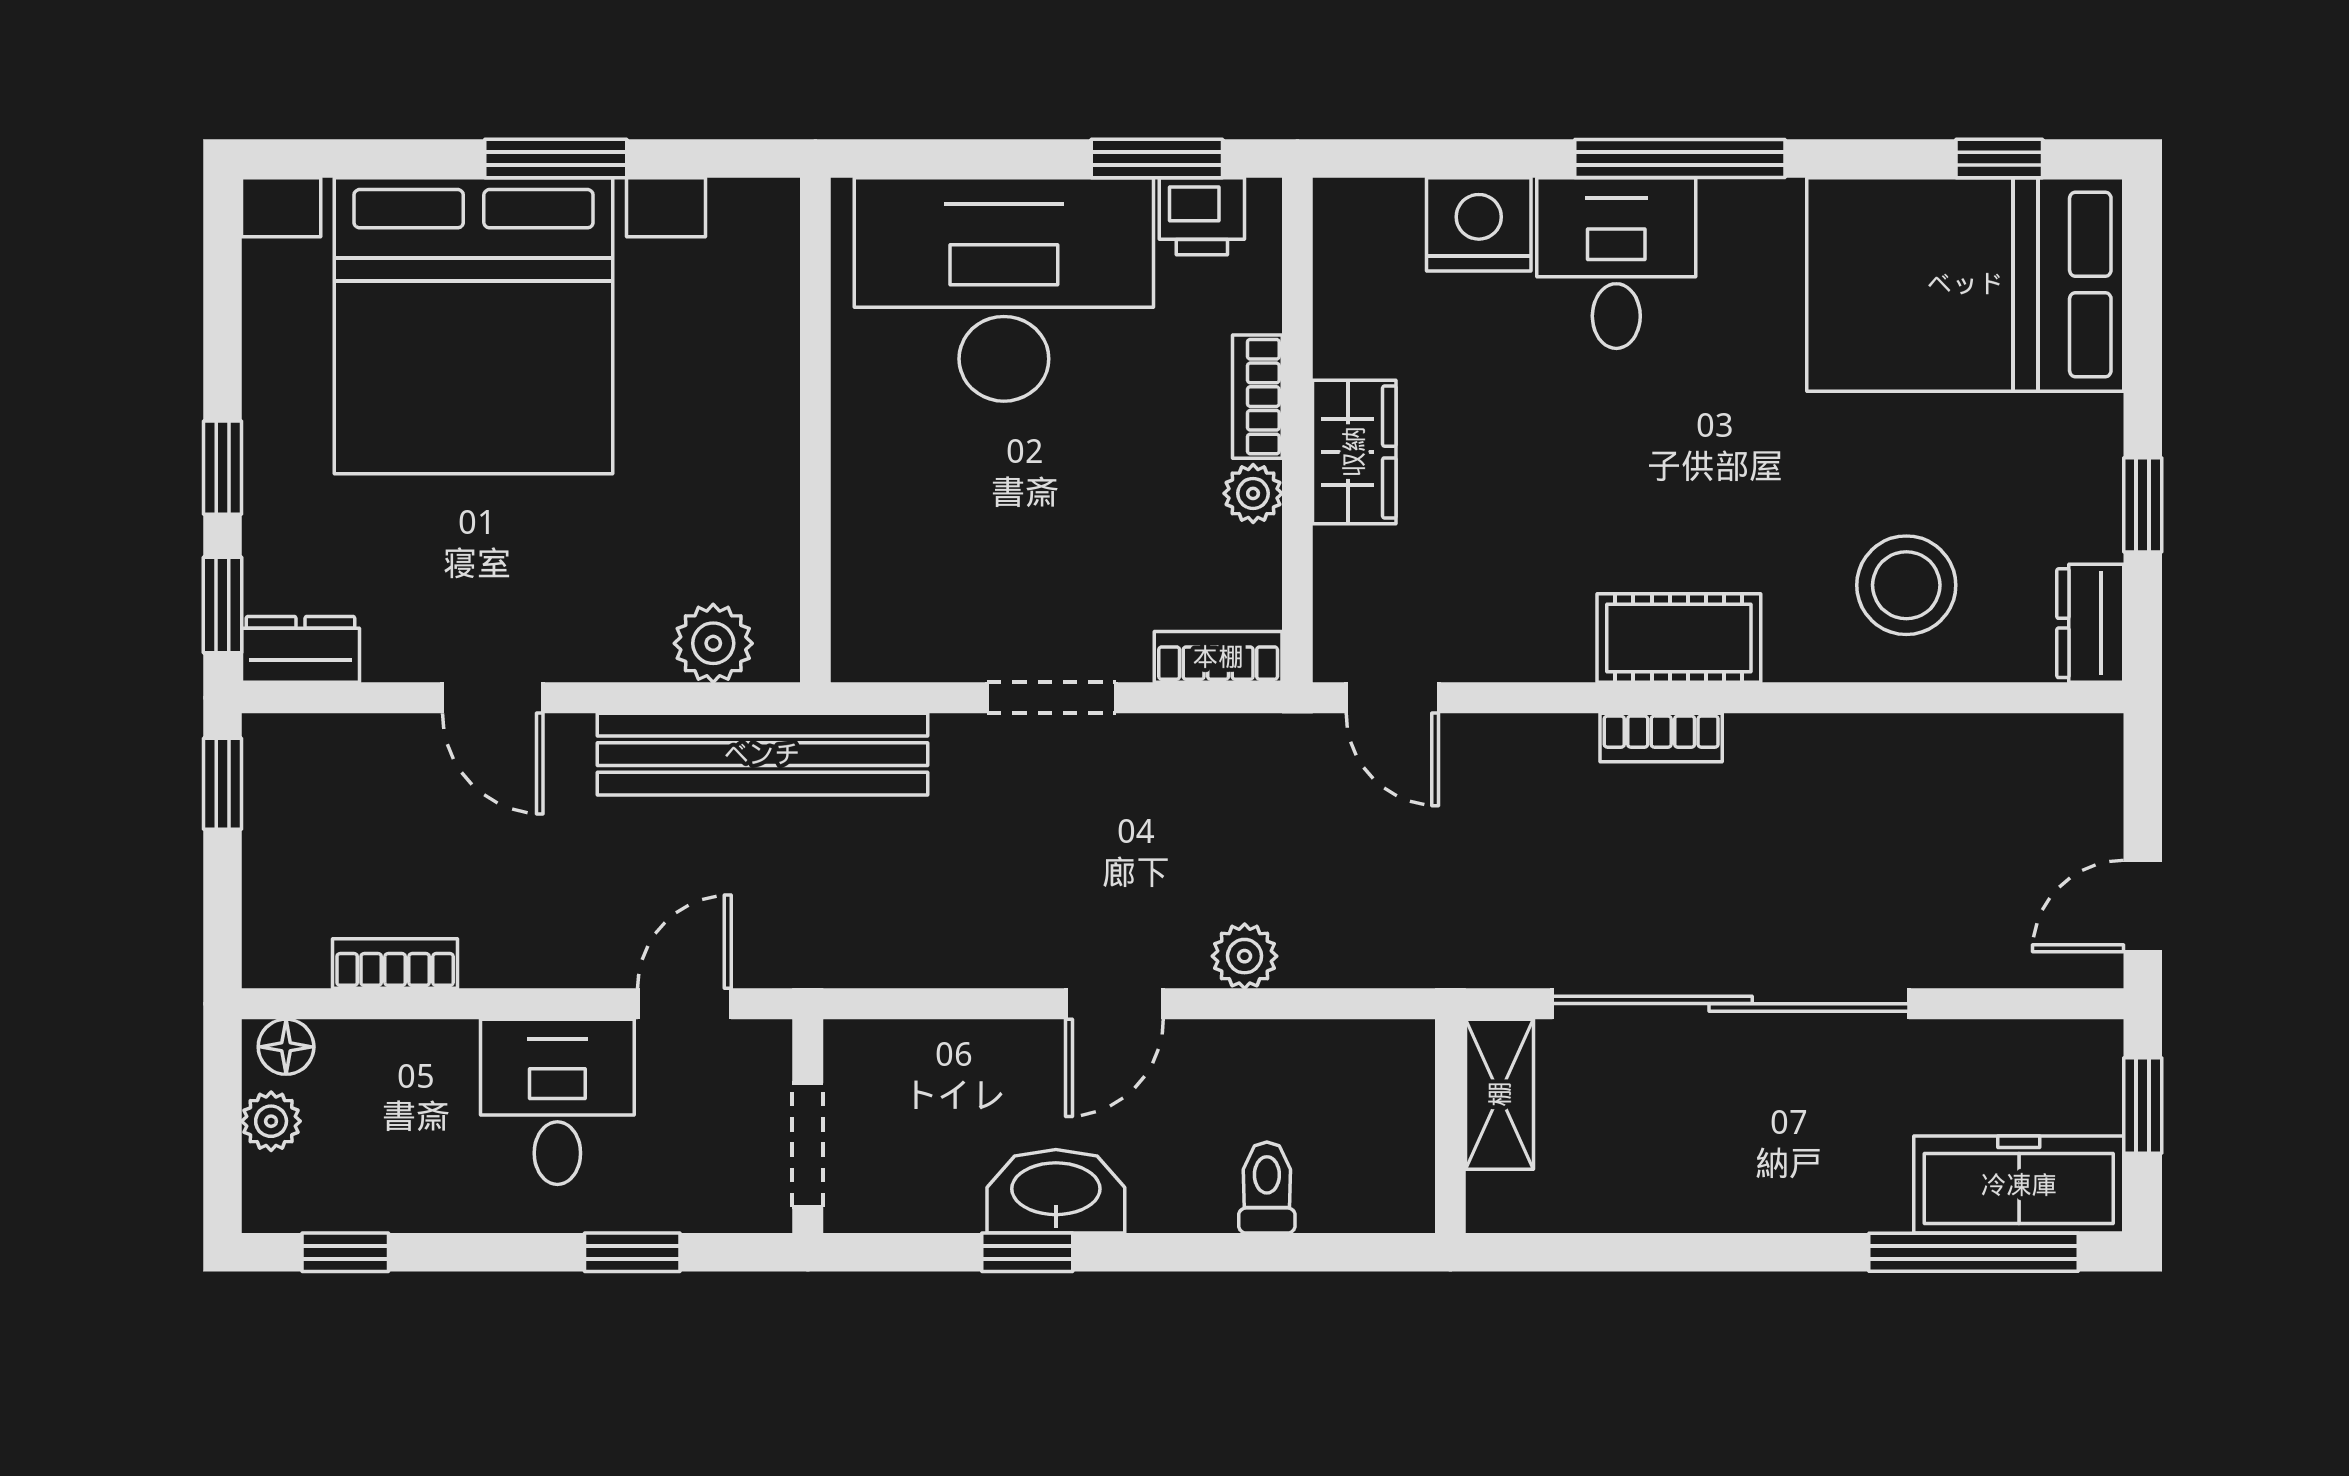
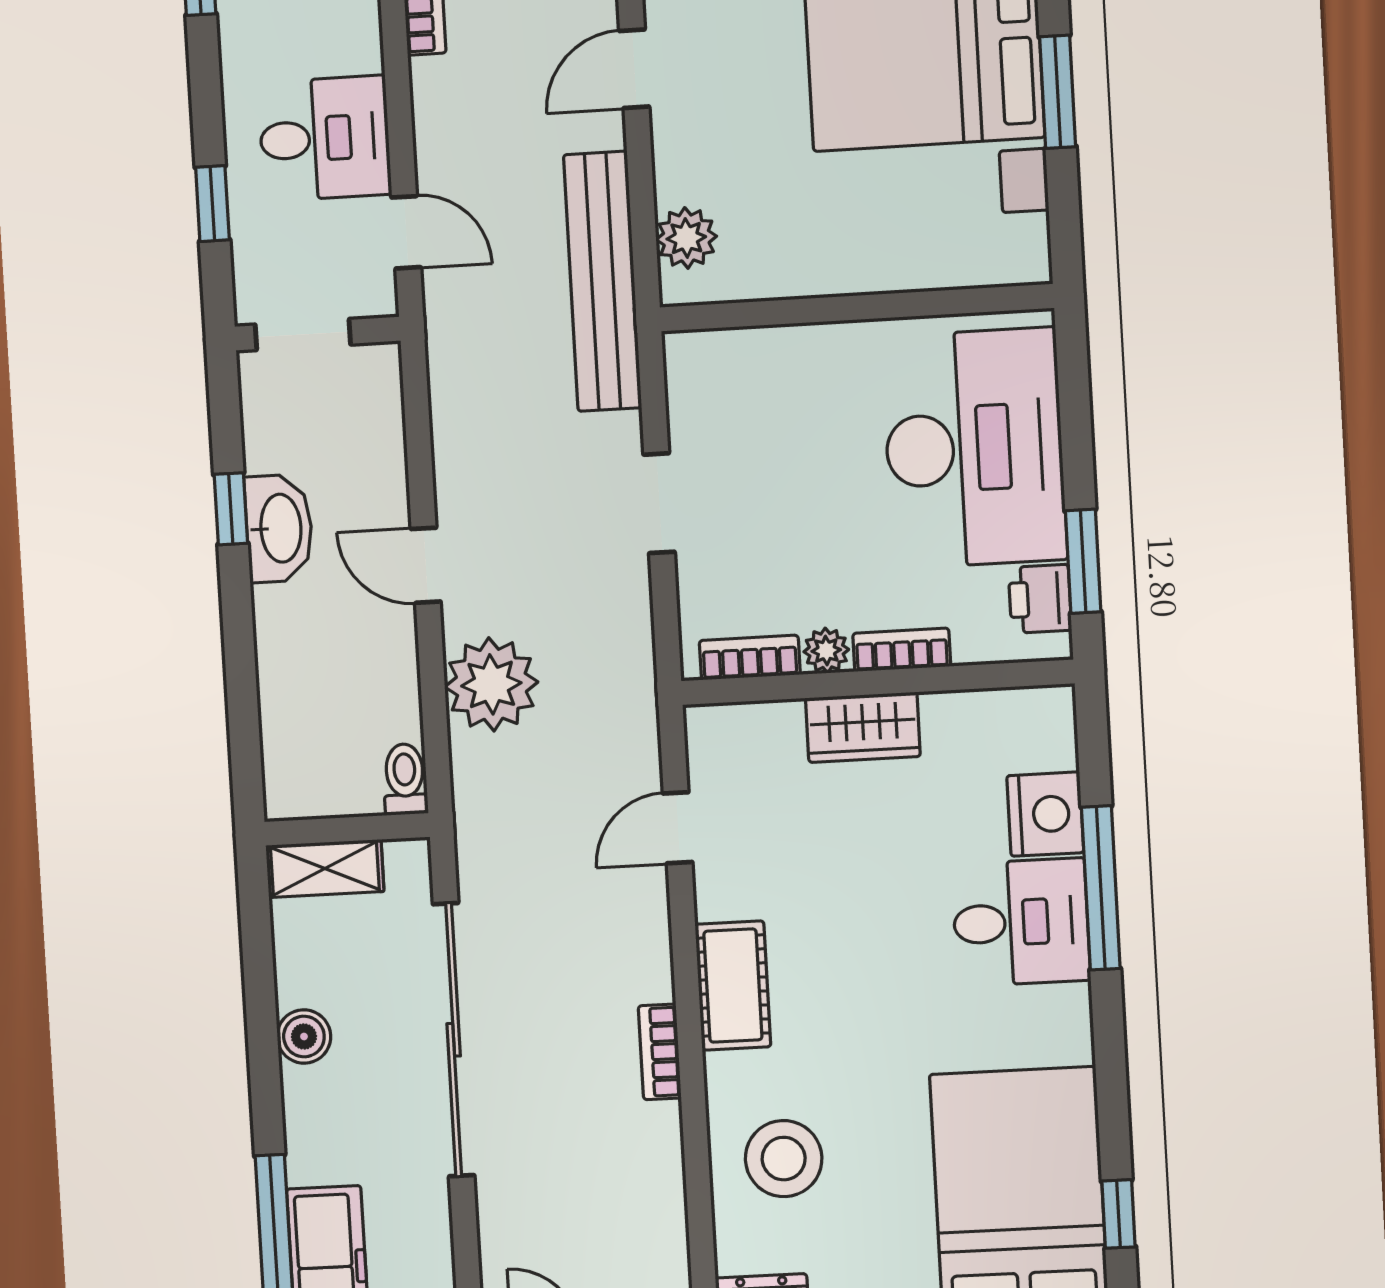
window: (1680, 158) -> (1101, 888), moved
bookcase: (1218, 657) -> (750, 658), moved, turned -90
door: (1392, 698) -> (678, 828), moved
bookcase: (1661, 737) -> (660, 1052), moved
plant: (1245, 956) -> (491, 684), width x1.88, depth x1.88
shelving: (1500, 1094) -> (325, 868), moved
toilet: (1267, 1188) -> (405, 779), moved, turned -90
boiler: (1716, 1198) -> (304, 1036), added

